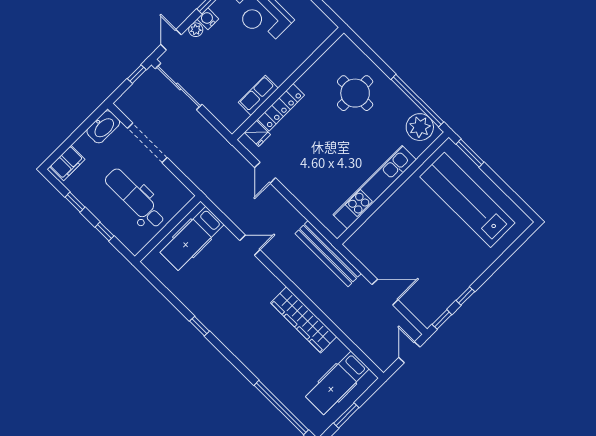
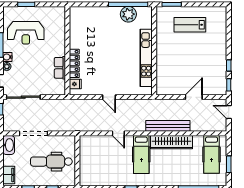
round table: (355, 93) -> (99, 27), removed
plant: (420, 127) -> (128, 14), moved
door: (265, 173) -> (109, 97), moved
lab bench: (467, 200) -> (190, 25), width x0.54, depth x0.72
hospital bed: (192, 238) -> (141, 155), moved
door: (250, 245) -> (118, 133), swing flipped
bench: (328, 254) -> (168, 126), moved

